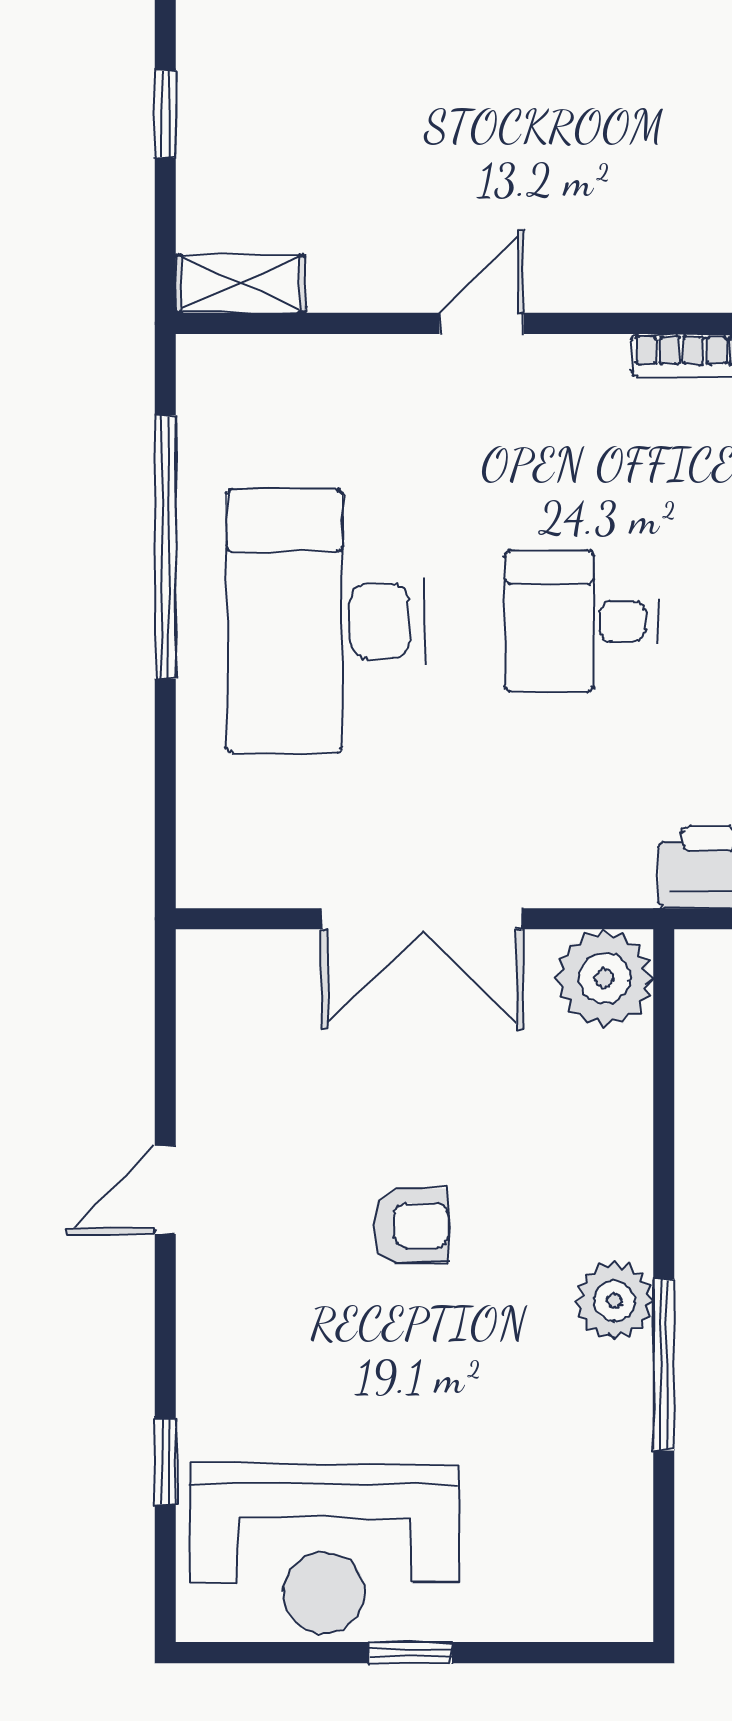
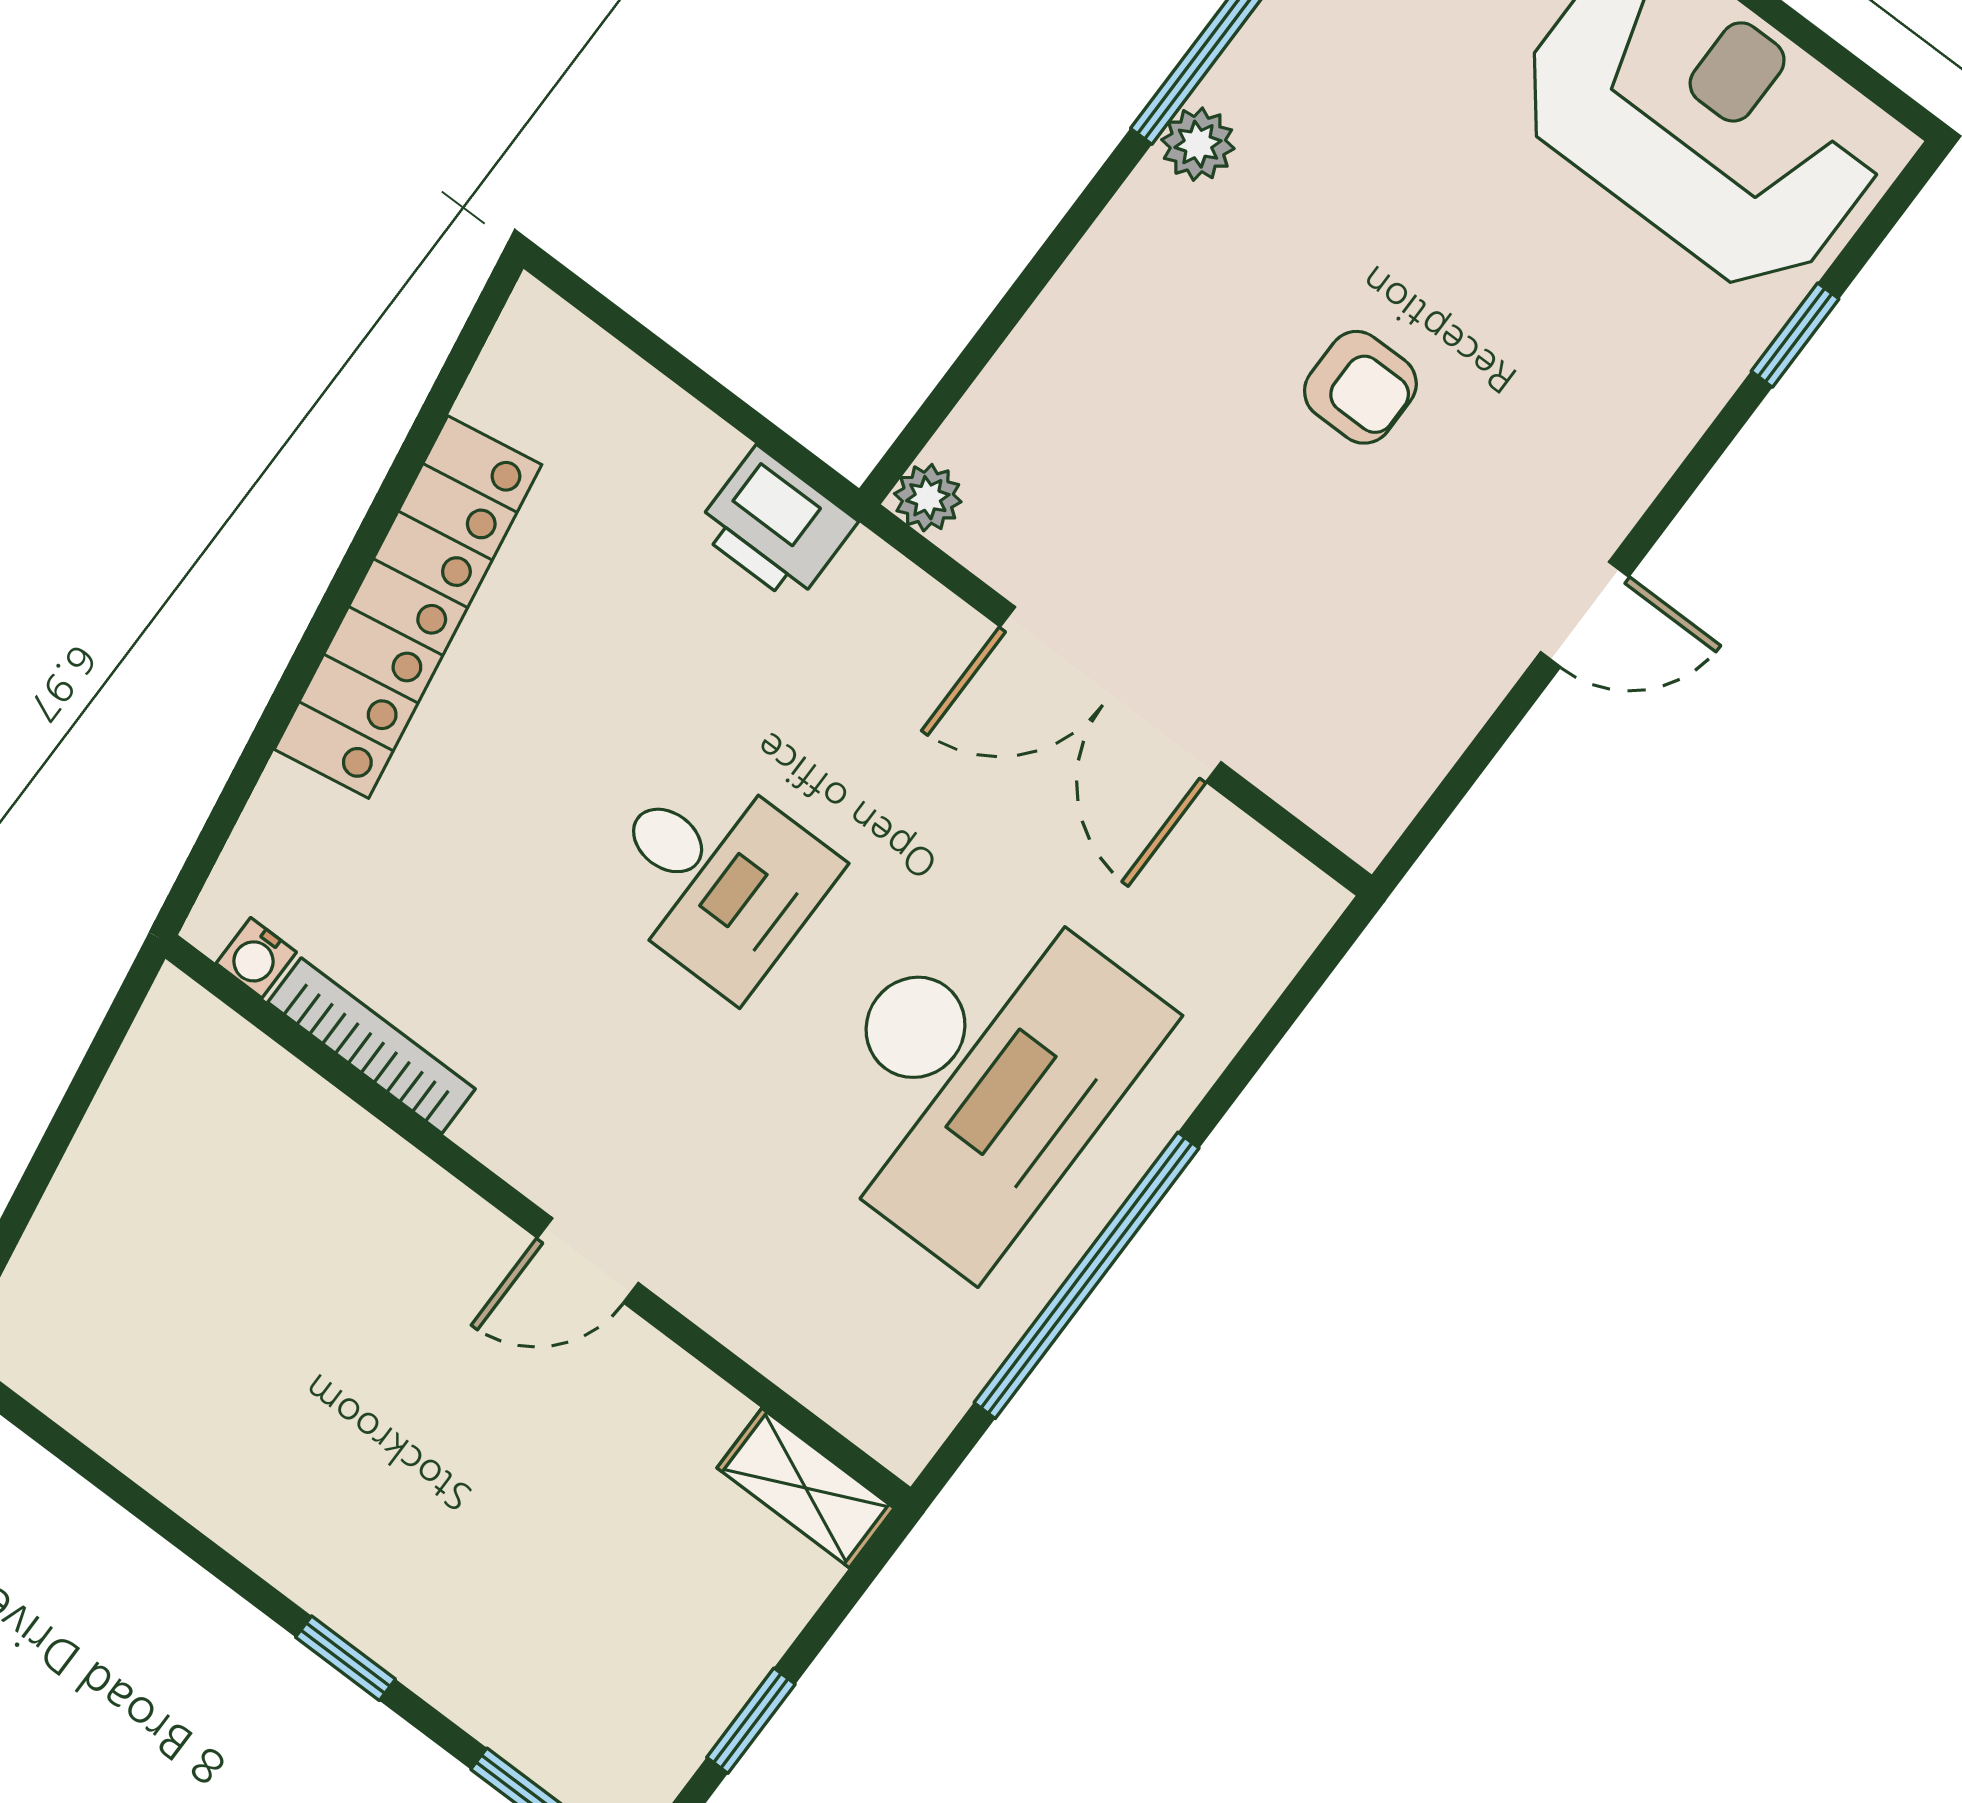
double door: (422, 919) -> (1111, 694), swing flipped
plant: (604, 978) -> (928, 498), width x0.53, depth x0.53
armchair: (411, 1226) -> (1360, 387), turned 180
plant: (614, 1301) -> (1198, 144), width x0.73, depth x0.73

